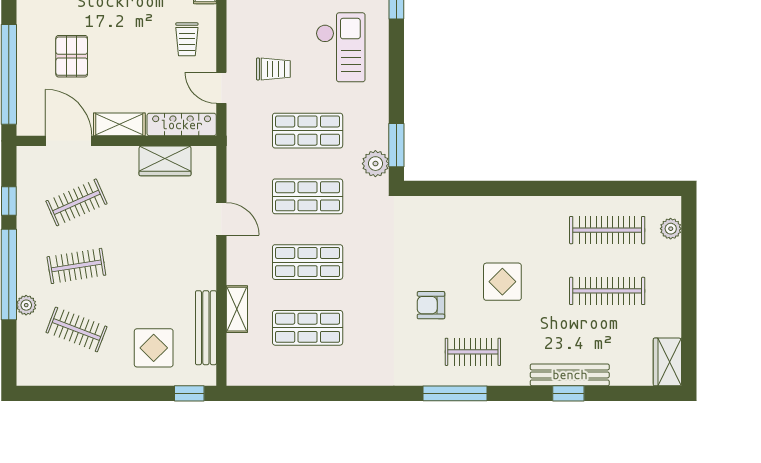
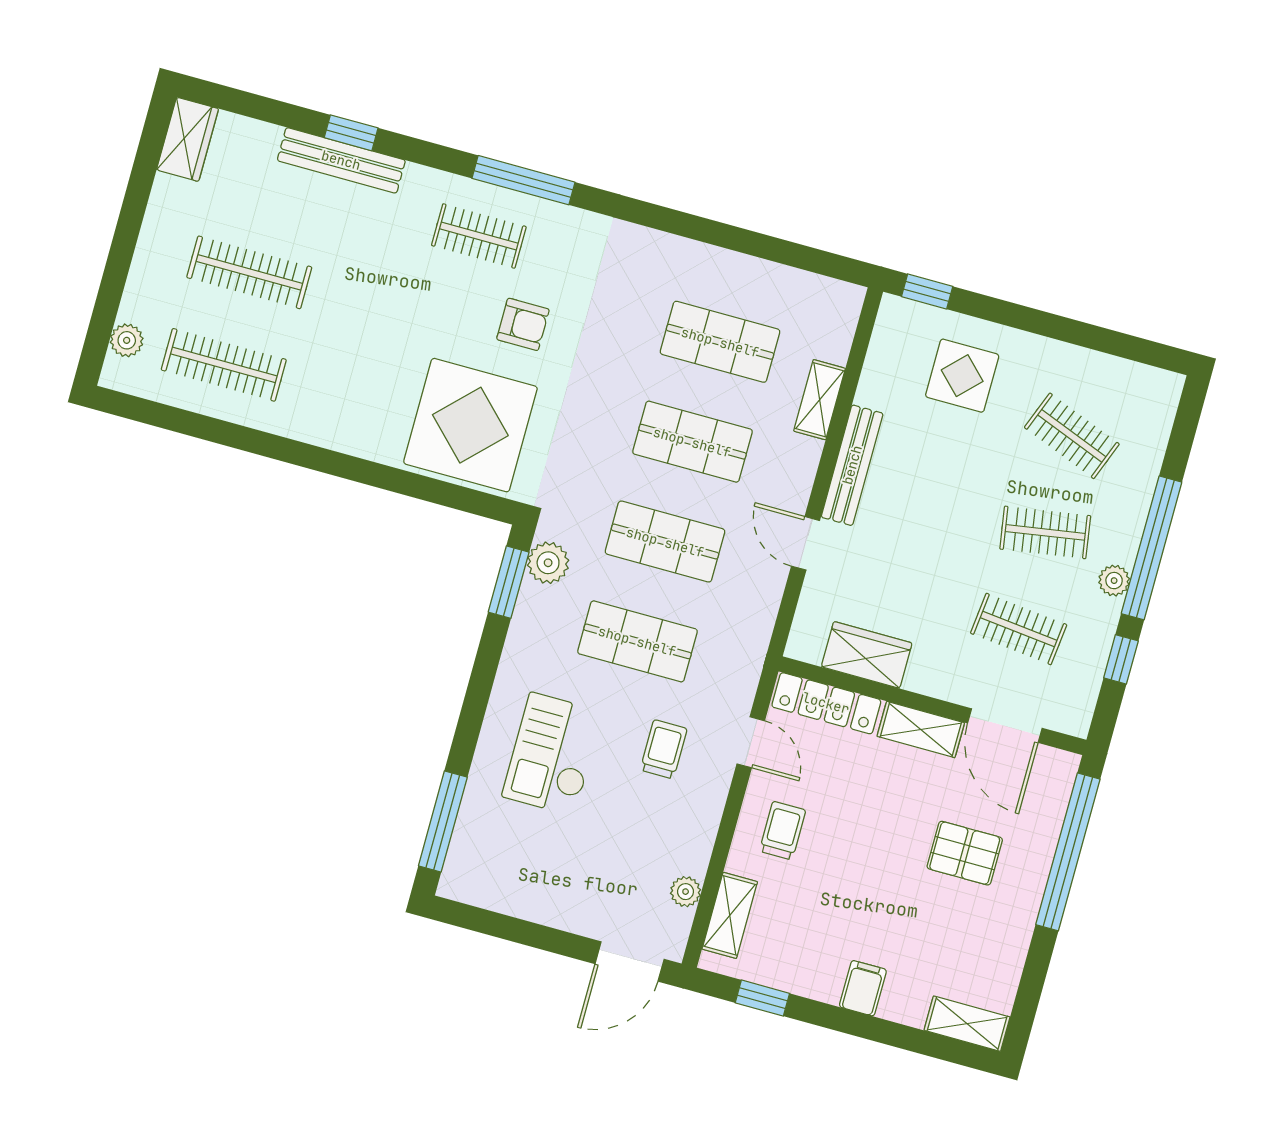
pallet: (72, 56) -> (965, 853), turned 90
trolley: (273, 69) -> (664, 749), turned 90
clothes rail: (76, 202) -> (1019, 629), turned 30
display table: (502, 282) -> (470, 425), moved, width x1.86, depth x1.86
plant: (26, 305) -> (1114, 581), moved
bench: (206, 328) -> (852, 465), moved

